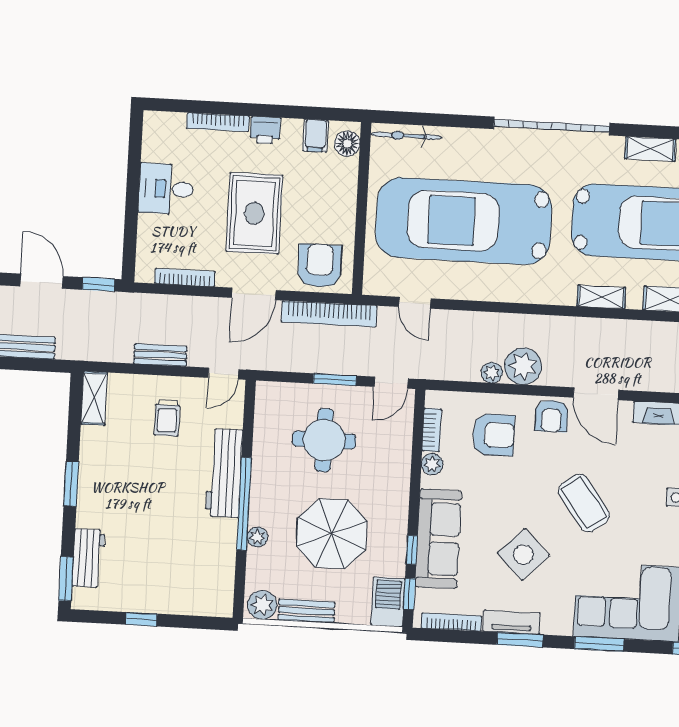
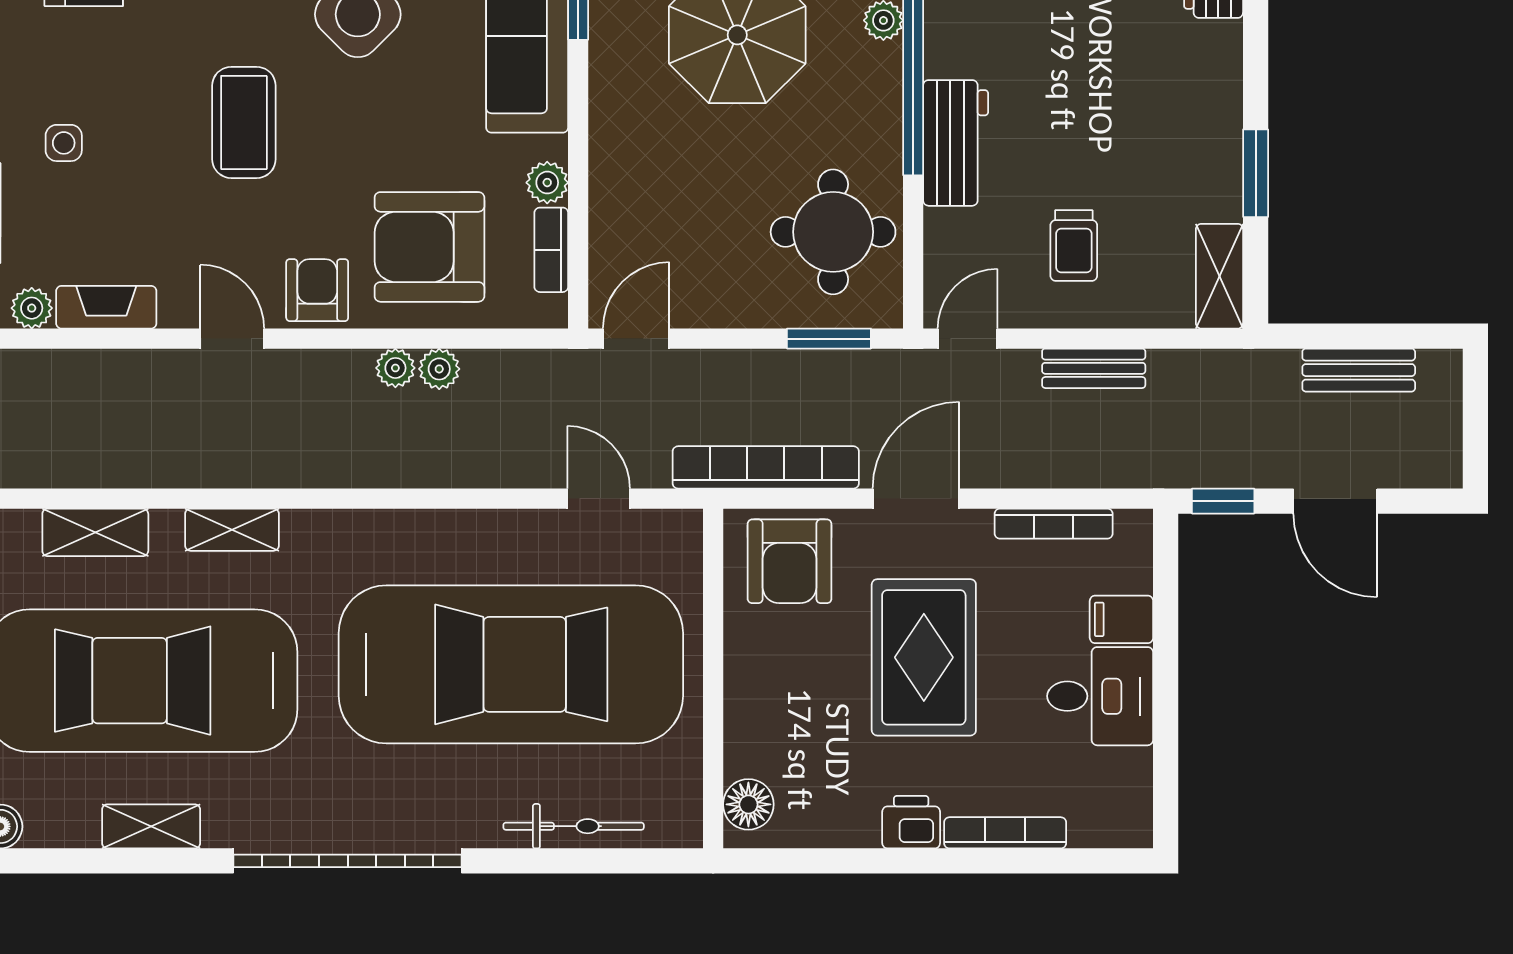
filing cabinet: (316, 136) -> (1121, 619), moved, turned -90
bicycle: (406, 136) -> (574, 826), moved
plant: (523, 366) -> (395, 368), width x0.53, depth x0.53
window: (335, 380) -> (829, 339), moved
door: (596, 394) -> (232, 339), width x0.73
trolley: (167, 418) -> (1074, 245), turned 180
armchair: (493, 435) -> (429, 247), width x1.36, depth x1.36
round table: (324, 440) -> (833, 232), moved
workbench: (224, 473) -> (956, 143), width x0.73
window: (71, 484) -> (1256, 173), moved
coffee table: (584, 503) -> (244, 122), turned 36

